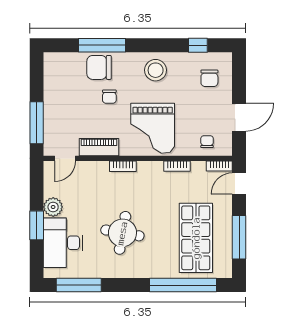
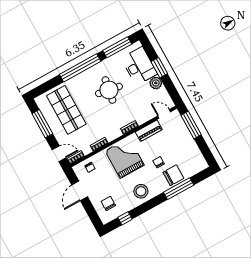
door: (65, 158) -> (164, 114), hinge flipped
door: (239, 184) -> (59, 154), hinge flipped
window: (183, 285) -> (80, 68), moved

